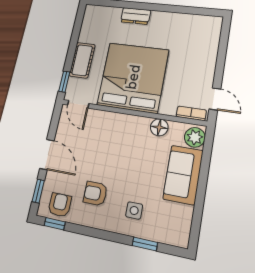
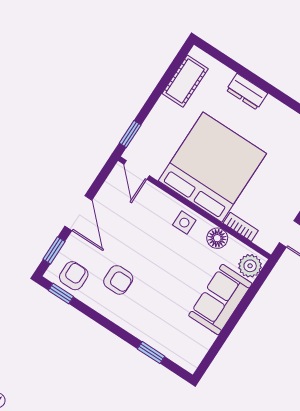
cot: (82, 60) -> (185, 81), moved
bookcase: (191, 113) -> (241, 227), moved
armchair: (95, 193) -> (118, 280), turned 180
side table: (134, 210) -> (184, 223), moved

